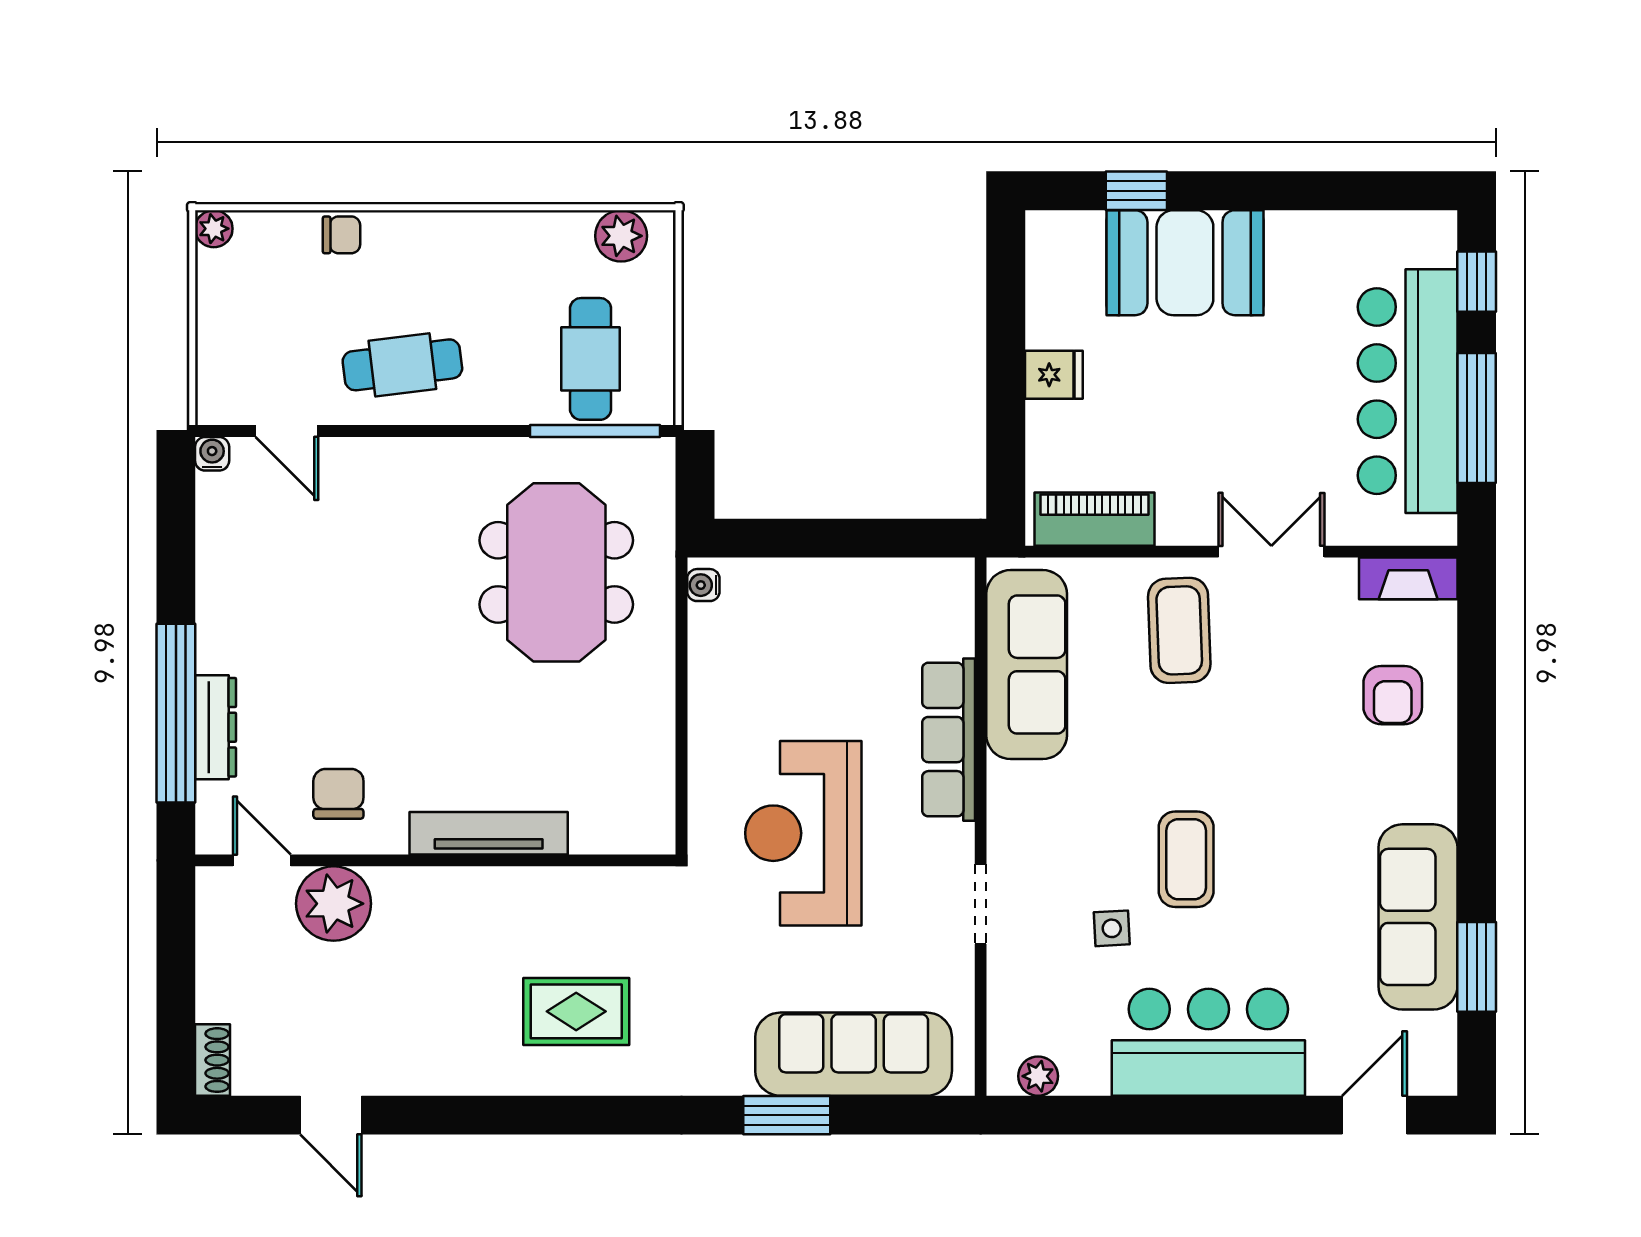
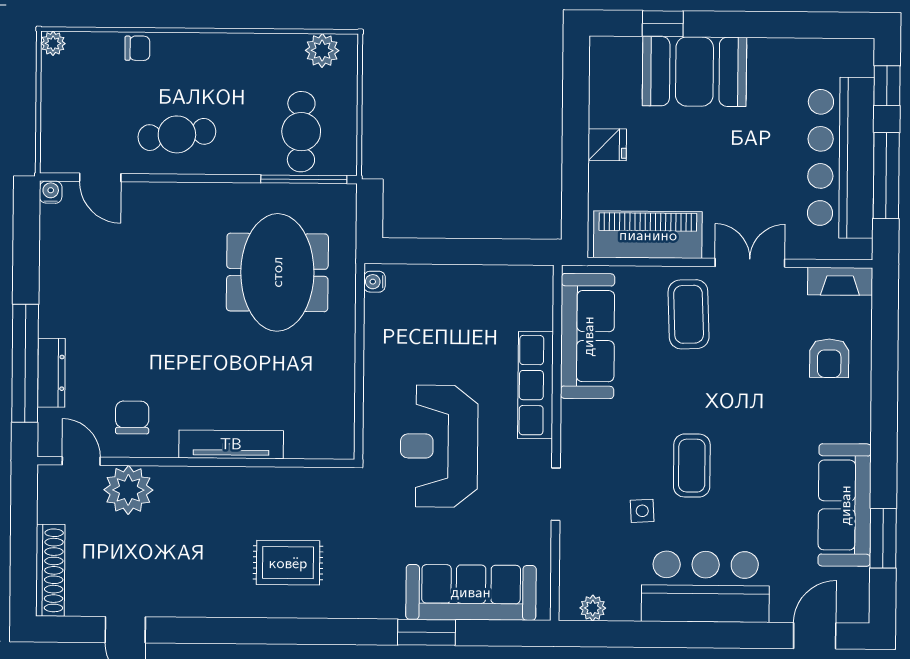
piano: (1095, 519) -> (648, 235), width x1.37, depth x1.33
shoe rack: (213, 1060) -> (50, 570), width x1.94, depth x1.24

